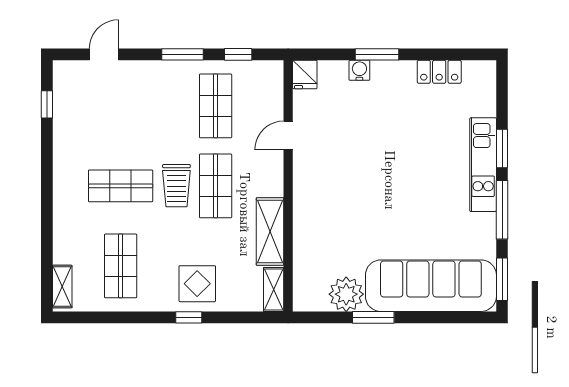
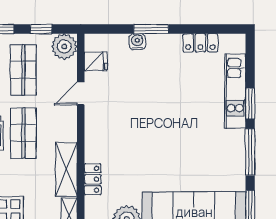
fridge: (305, 74) -> (96, 62), moved, turned -90
plant: (267, 76) -> (64, 46), added
kitchen unit: (483, 165) -> (235, 91), moved
locker: (303, 244) -> (93, 179), added

